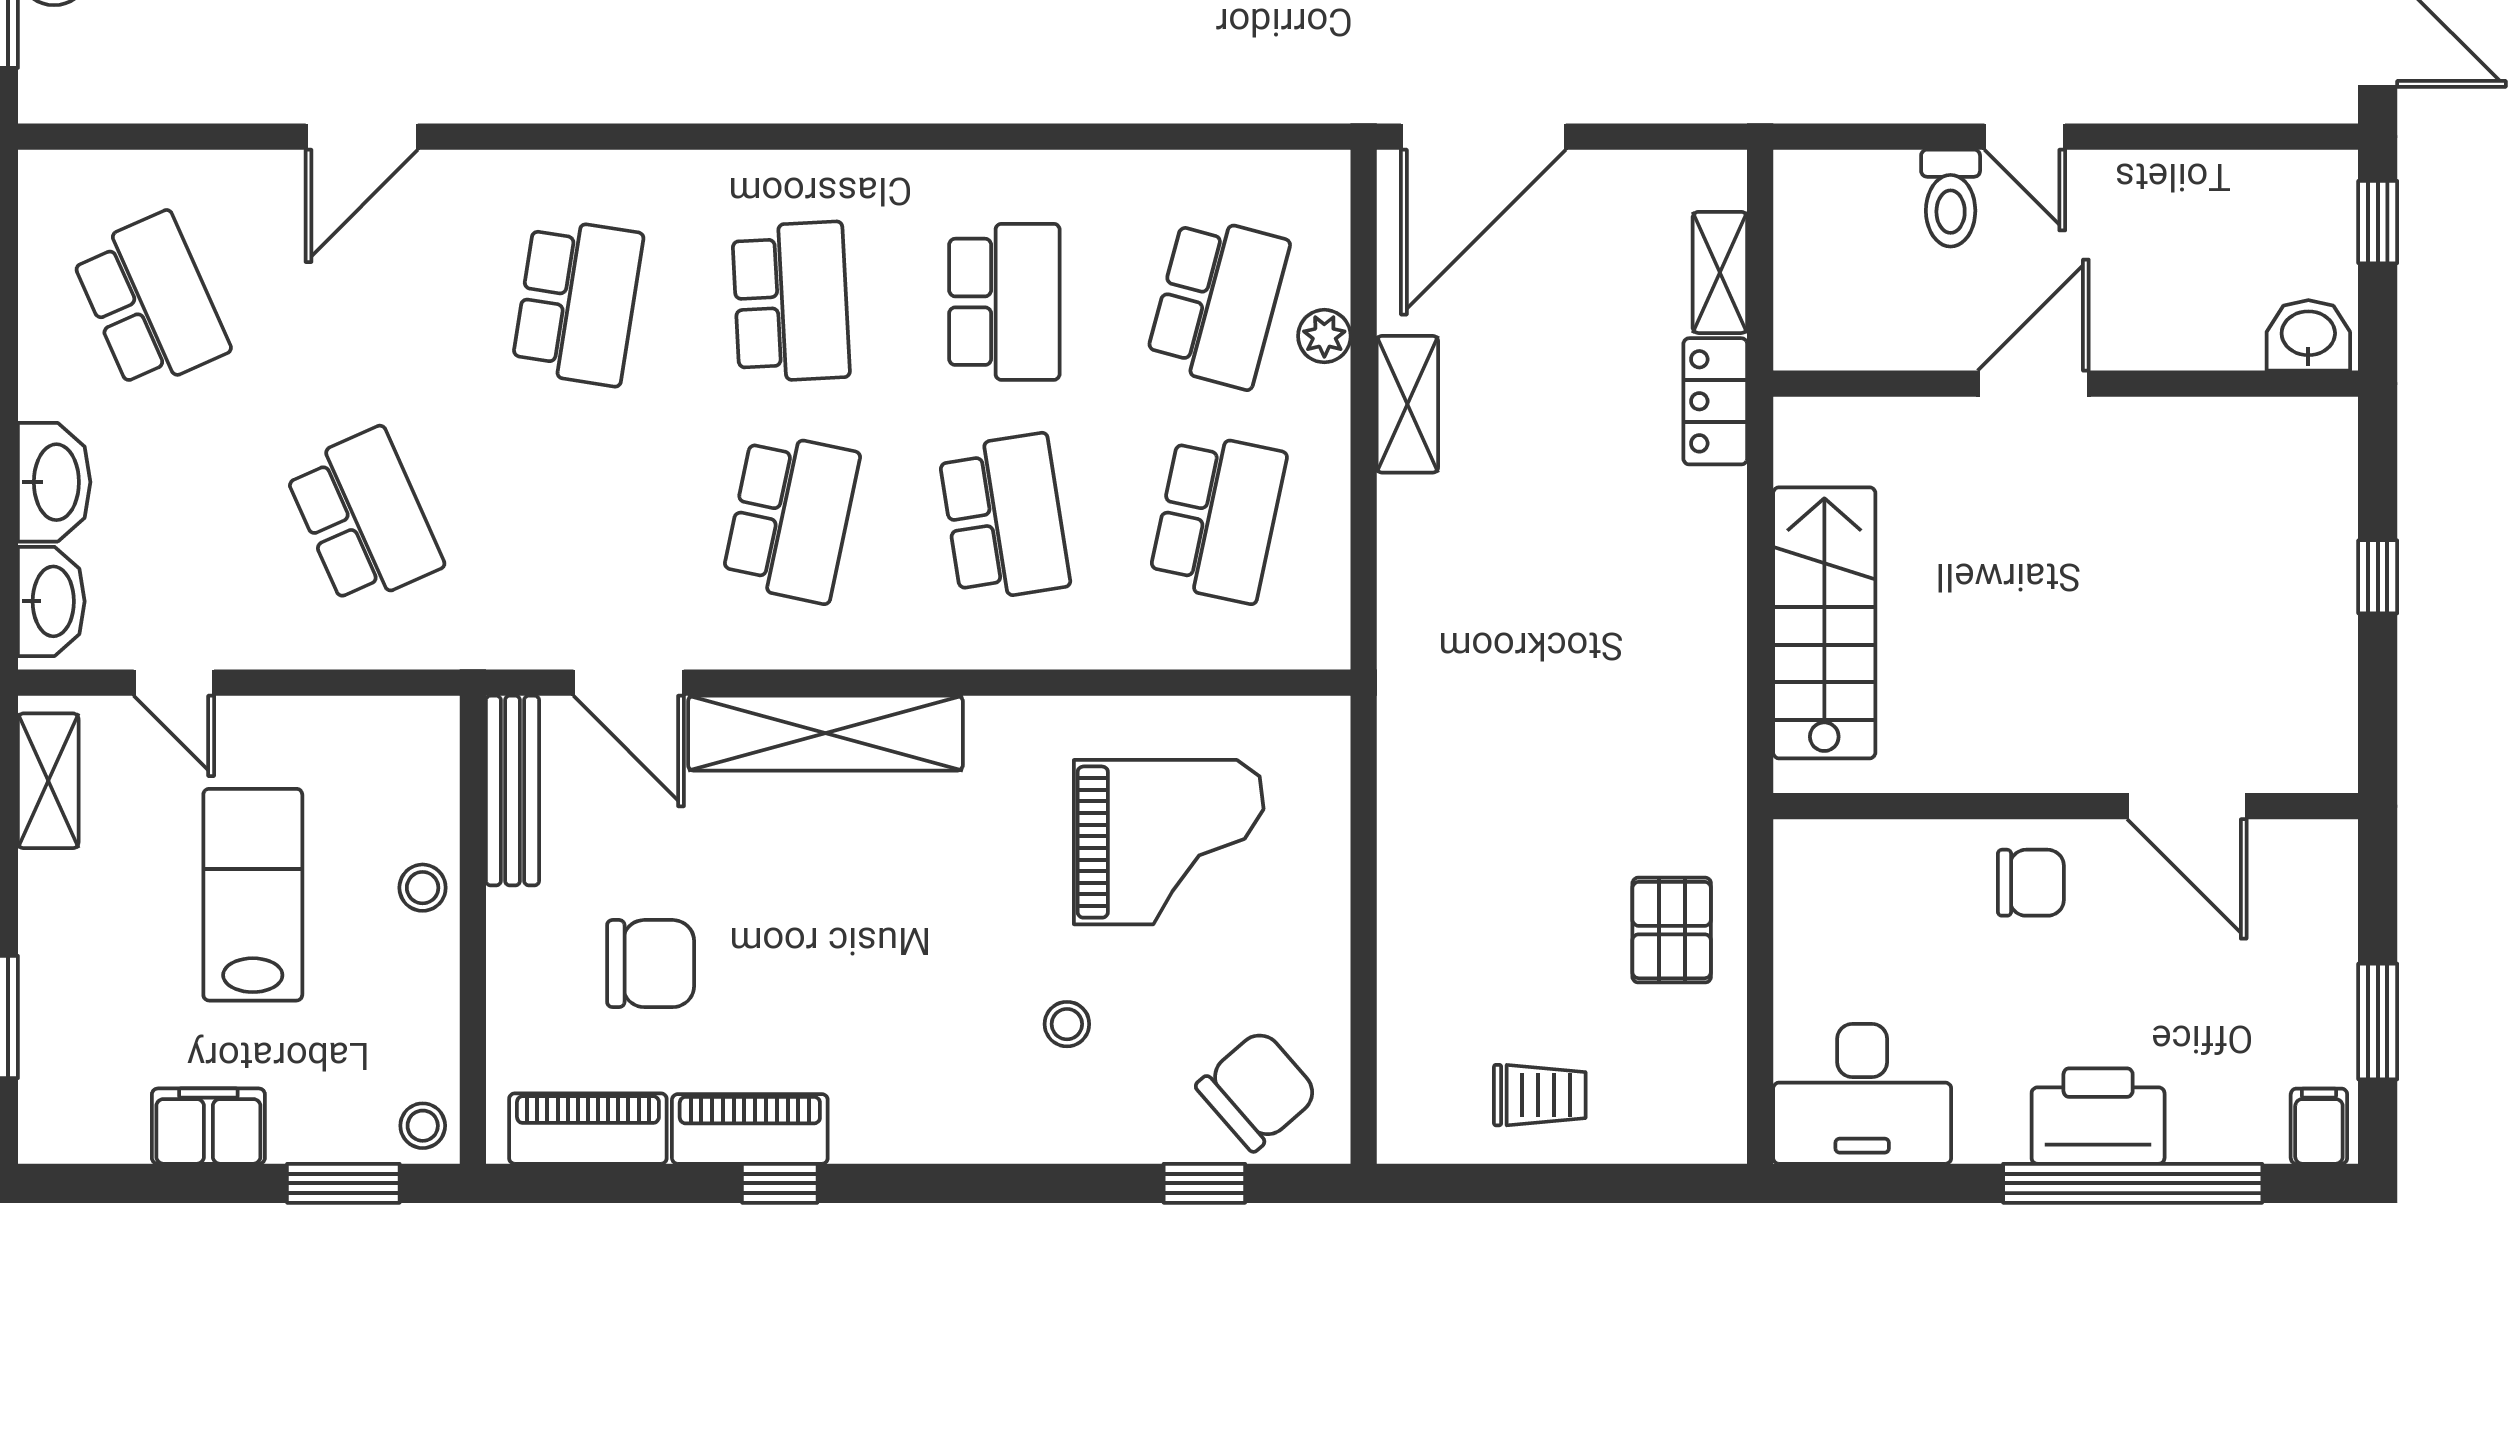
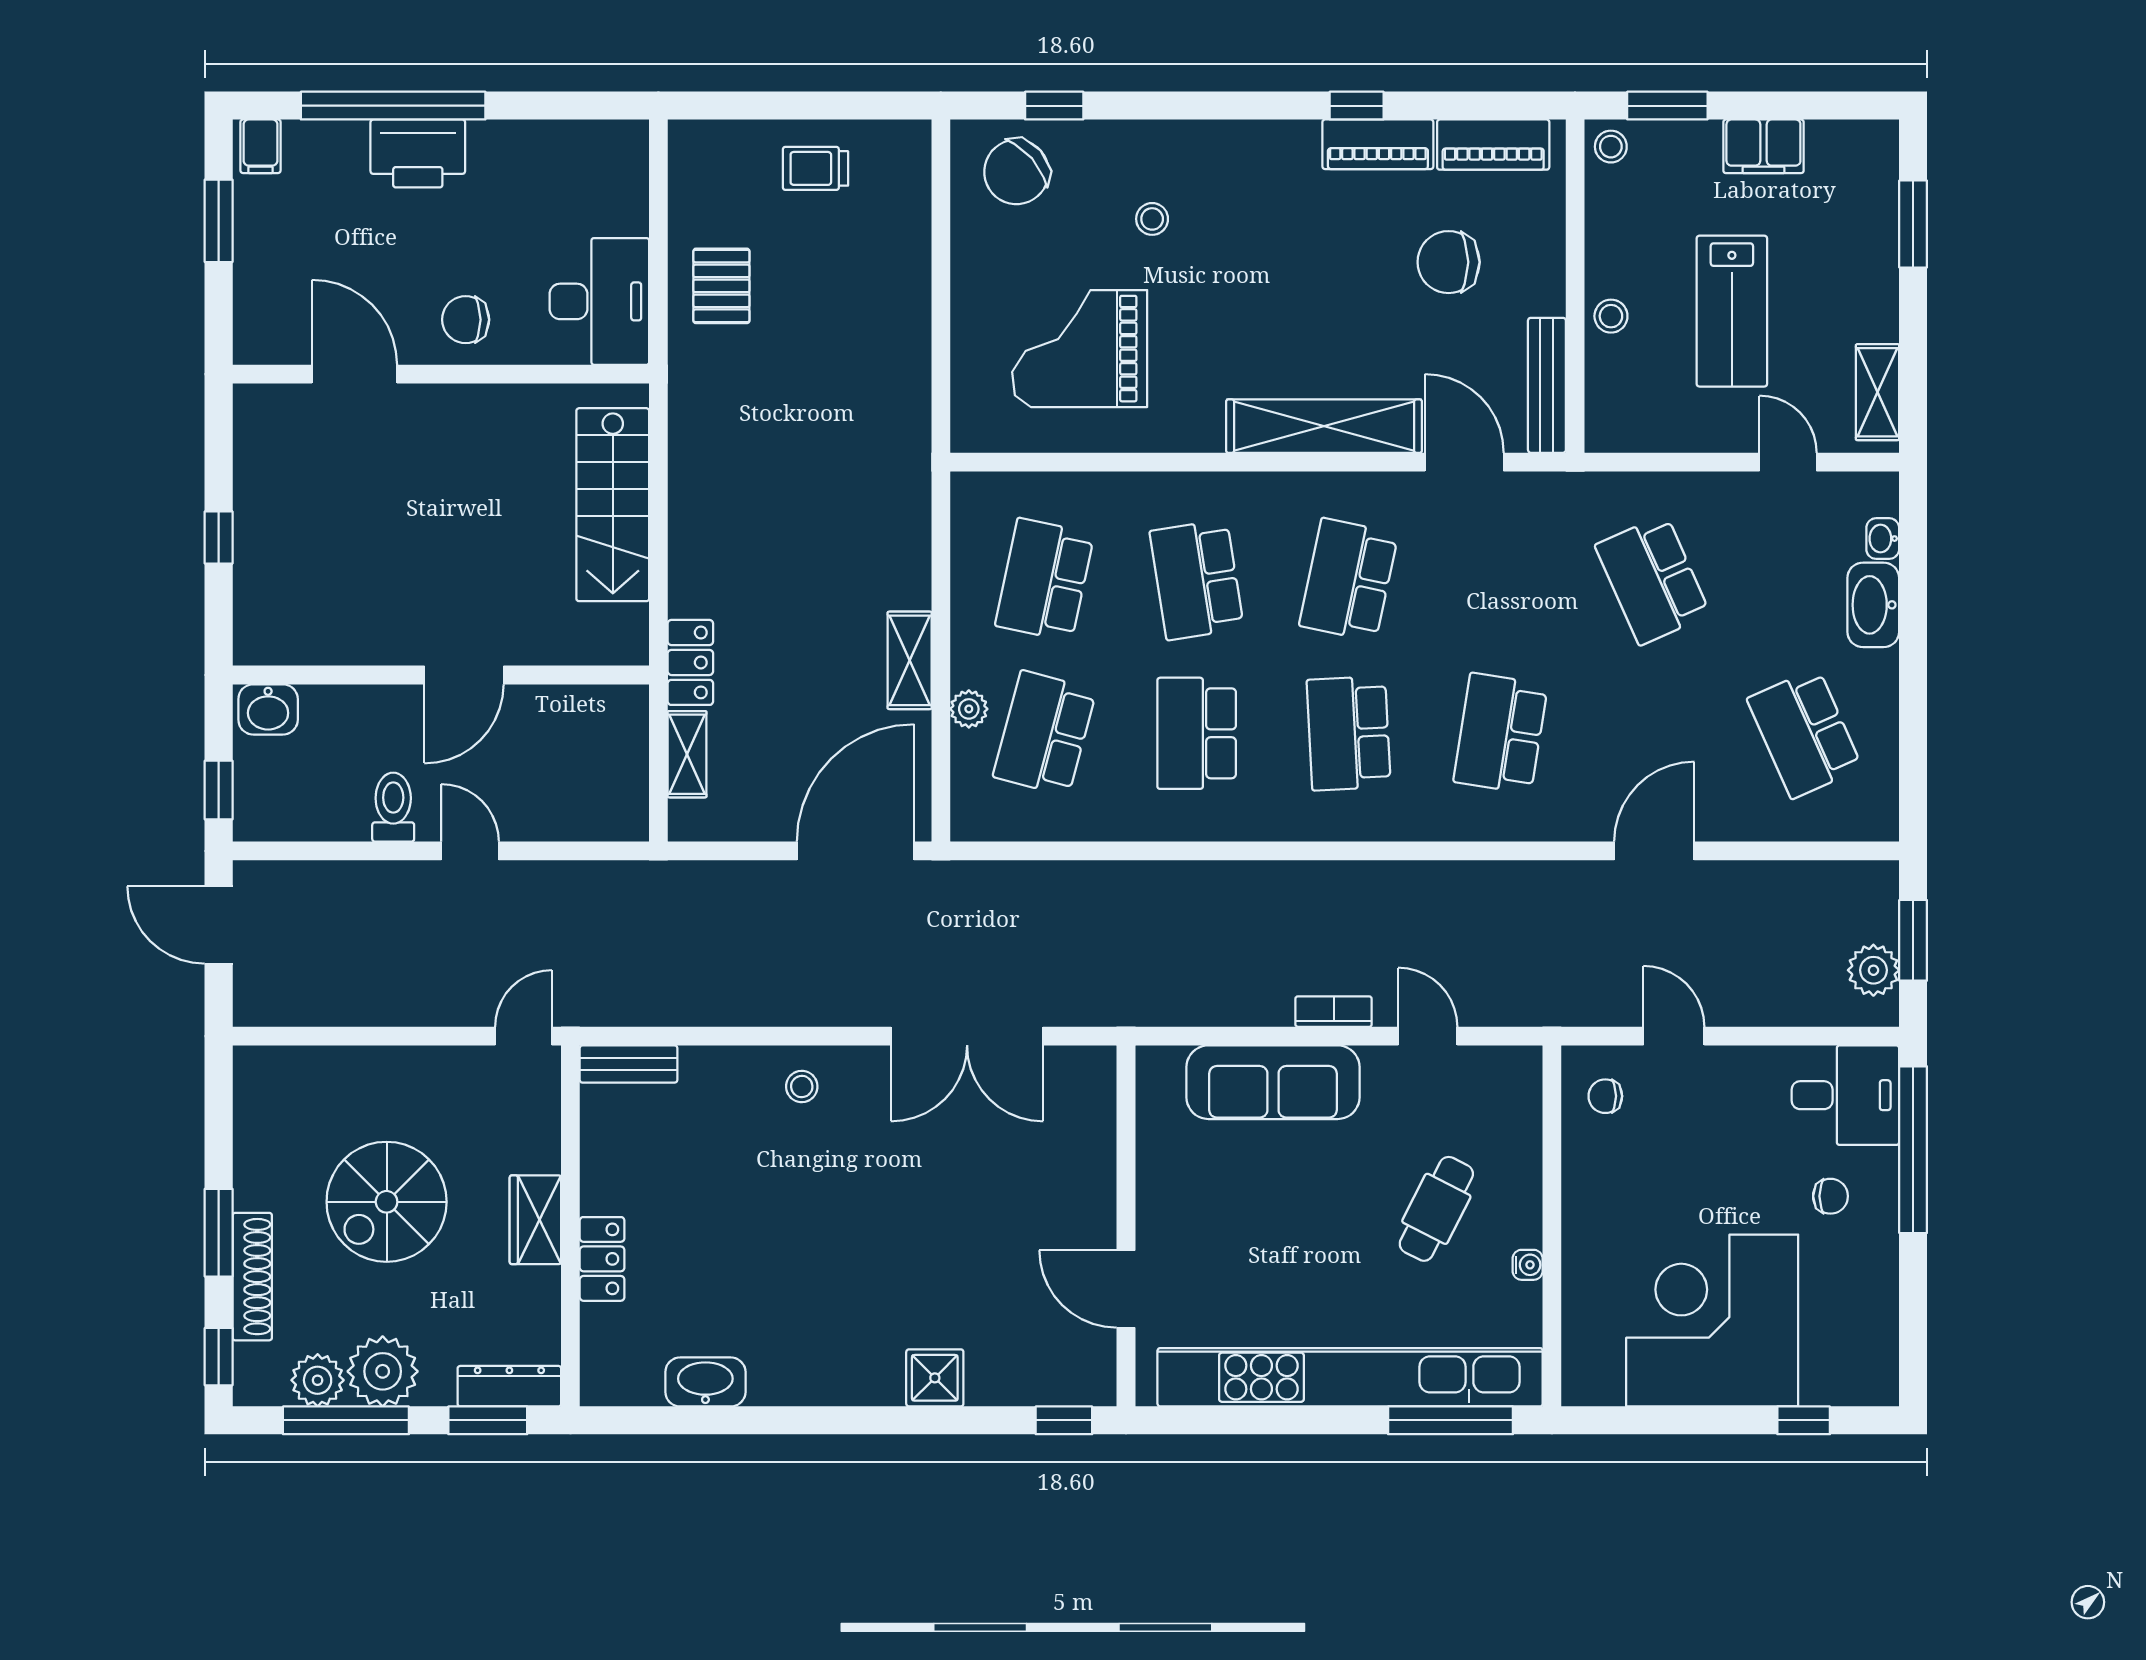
toilet: (1951, 198) -> (393, 807), moved
washbasin: (51, 601) -> (1883, 539), width x0.52, depth x0.69
desk: (1862, 1094) -> (599, 301), moved, turned 90

